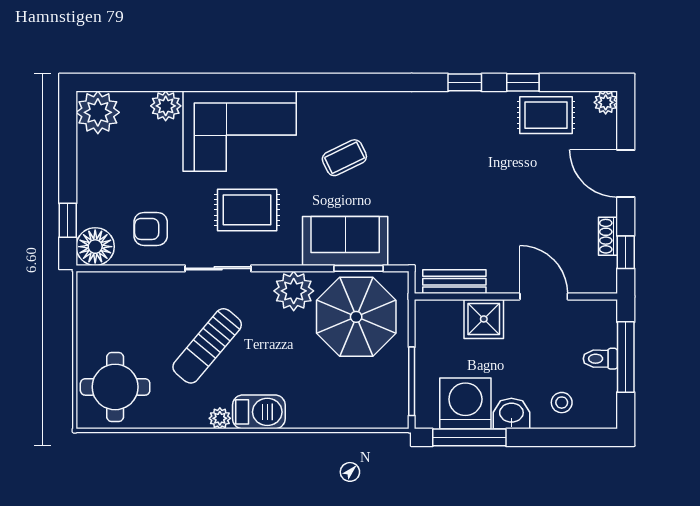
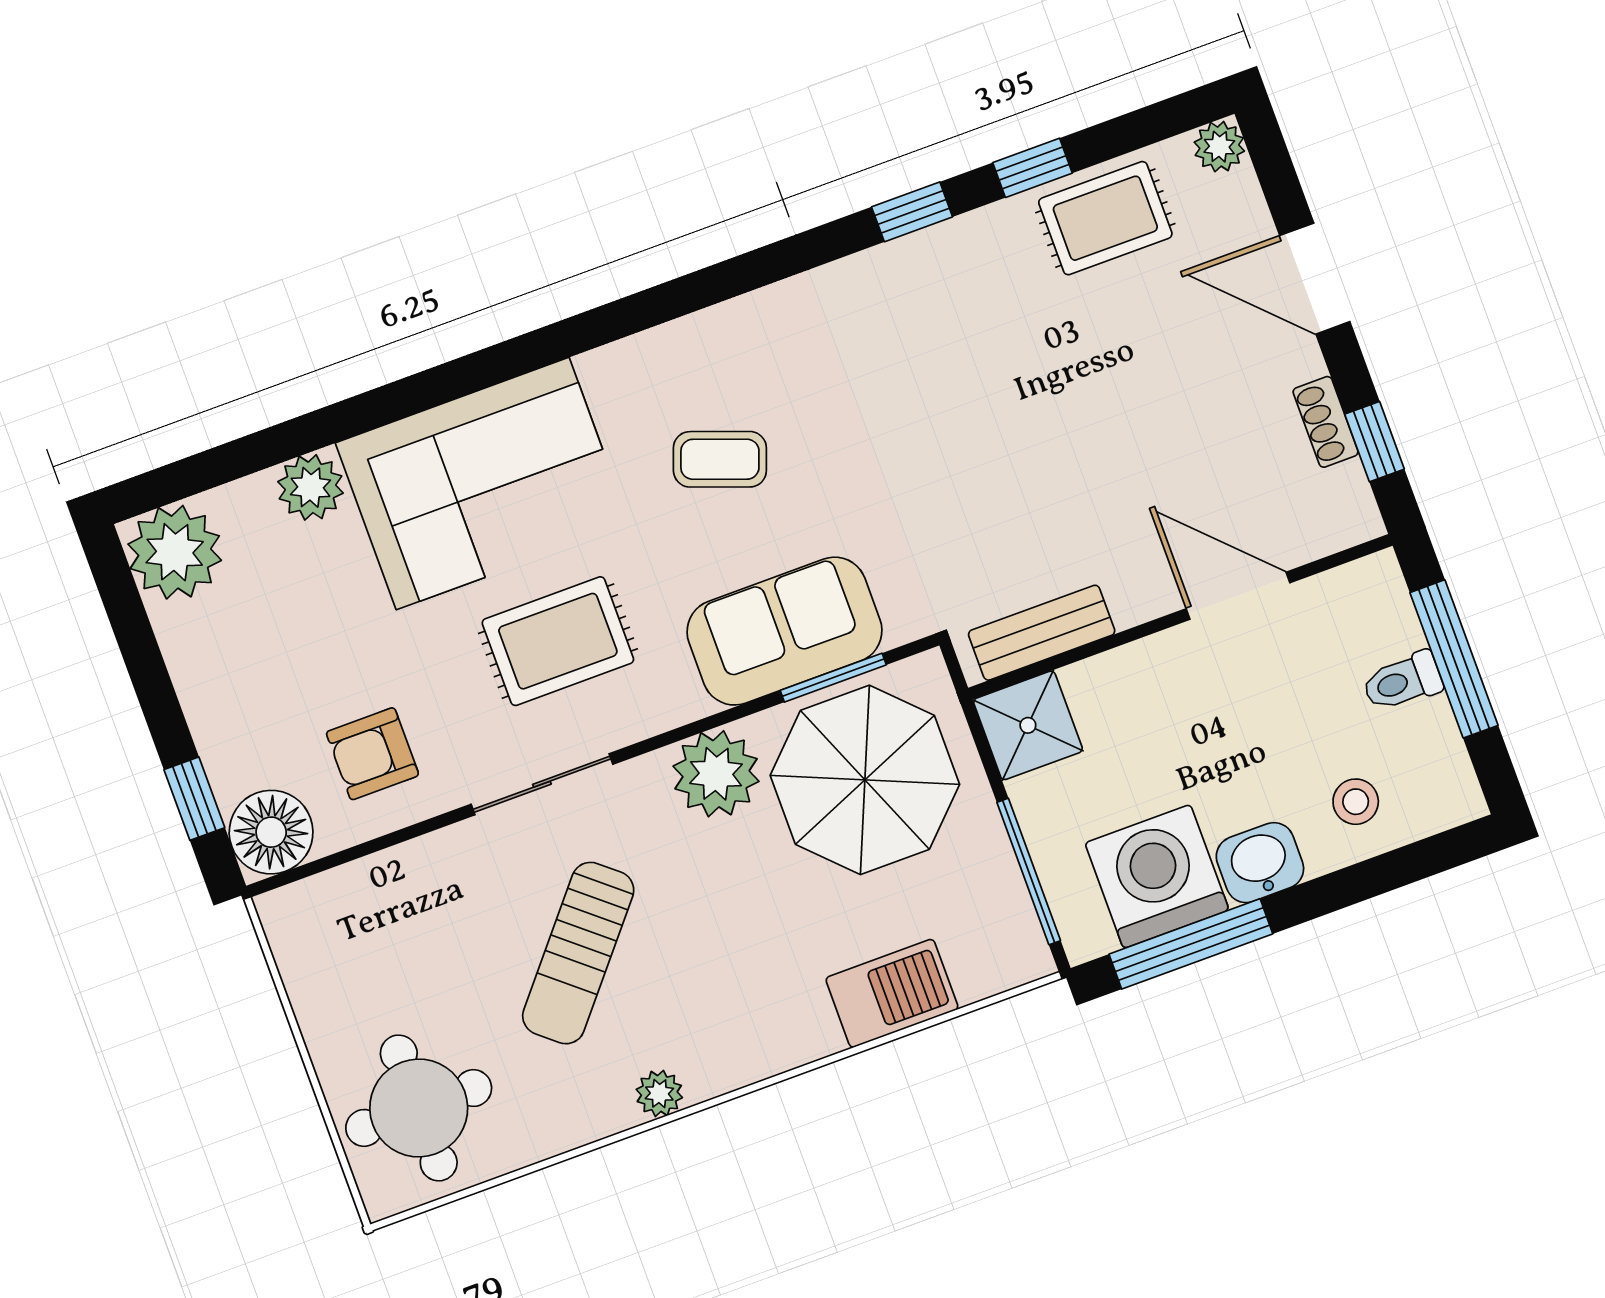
coffee table: (344, 158) -> (720, 459), turned 46
shower: (484, 319) -> (1028, 725), moved
barbecue: (259, 412) -> (892, 993), moved

